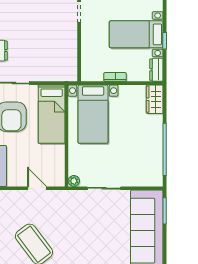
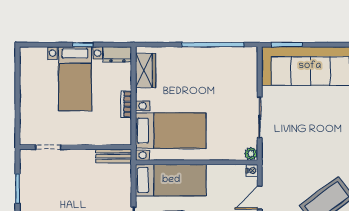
bench: (72, 67) -> (114, 156), added
wardrobe: (155, 99) -> (146, 71), moved, turned -90
nightstand: (60, 182) -> (252, 170), added

